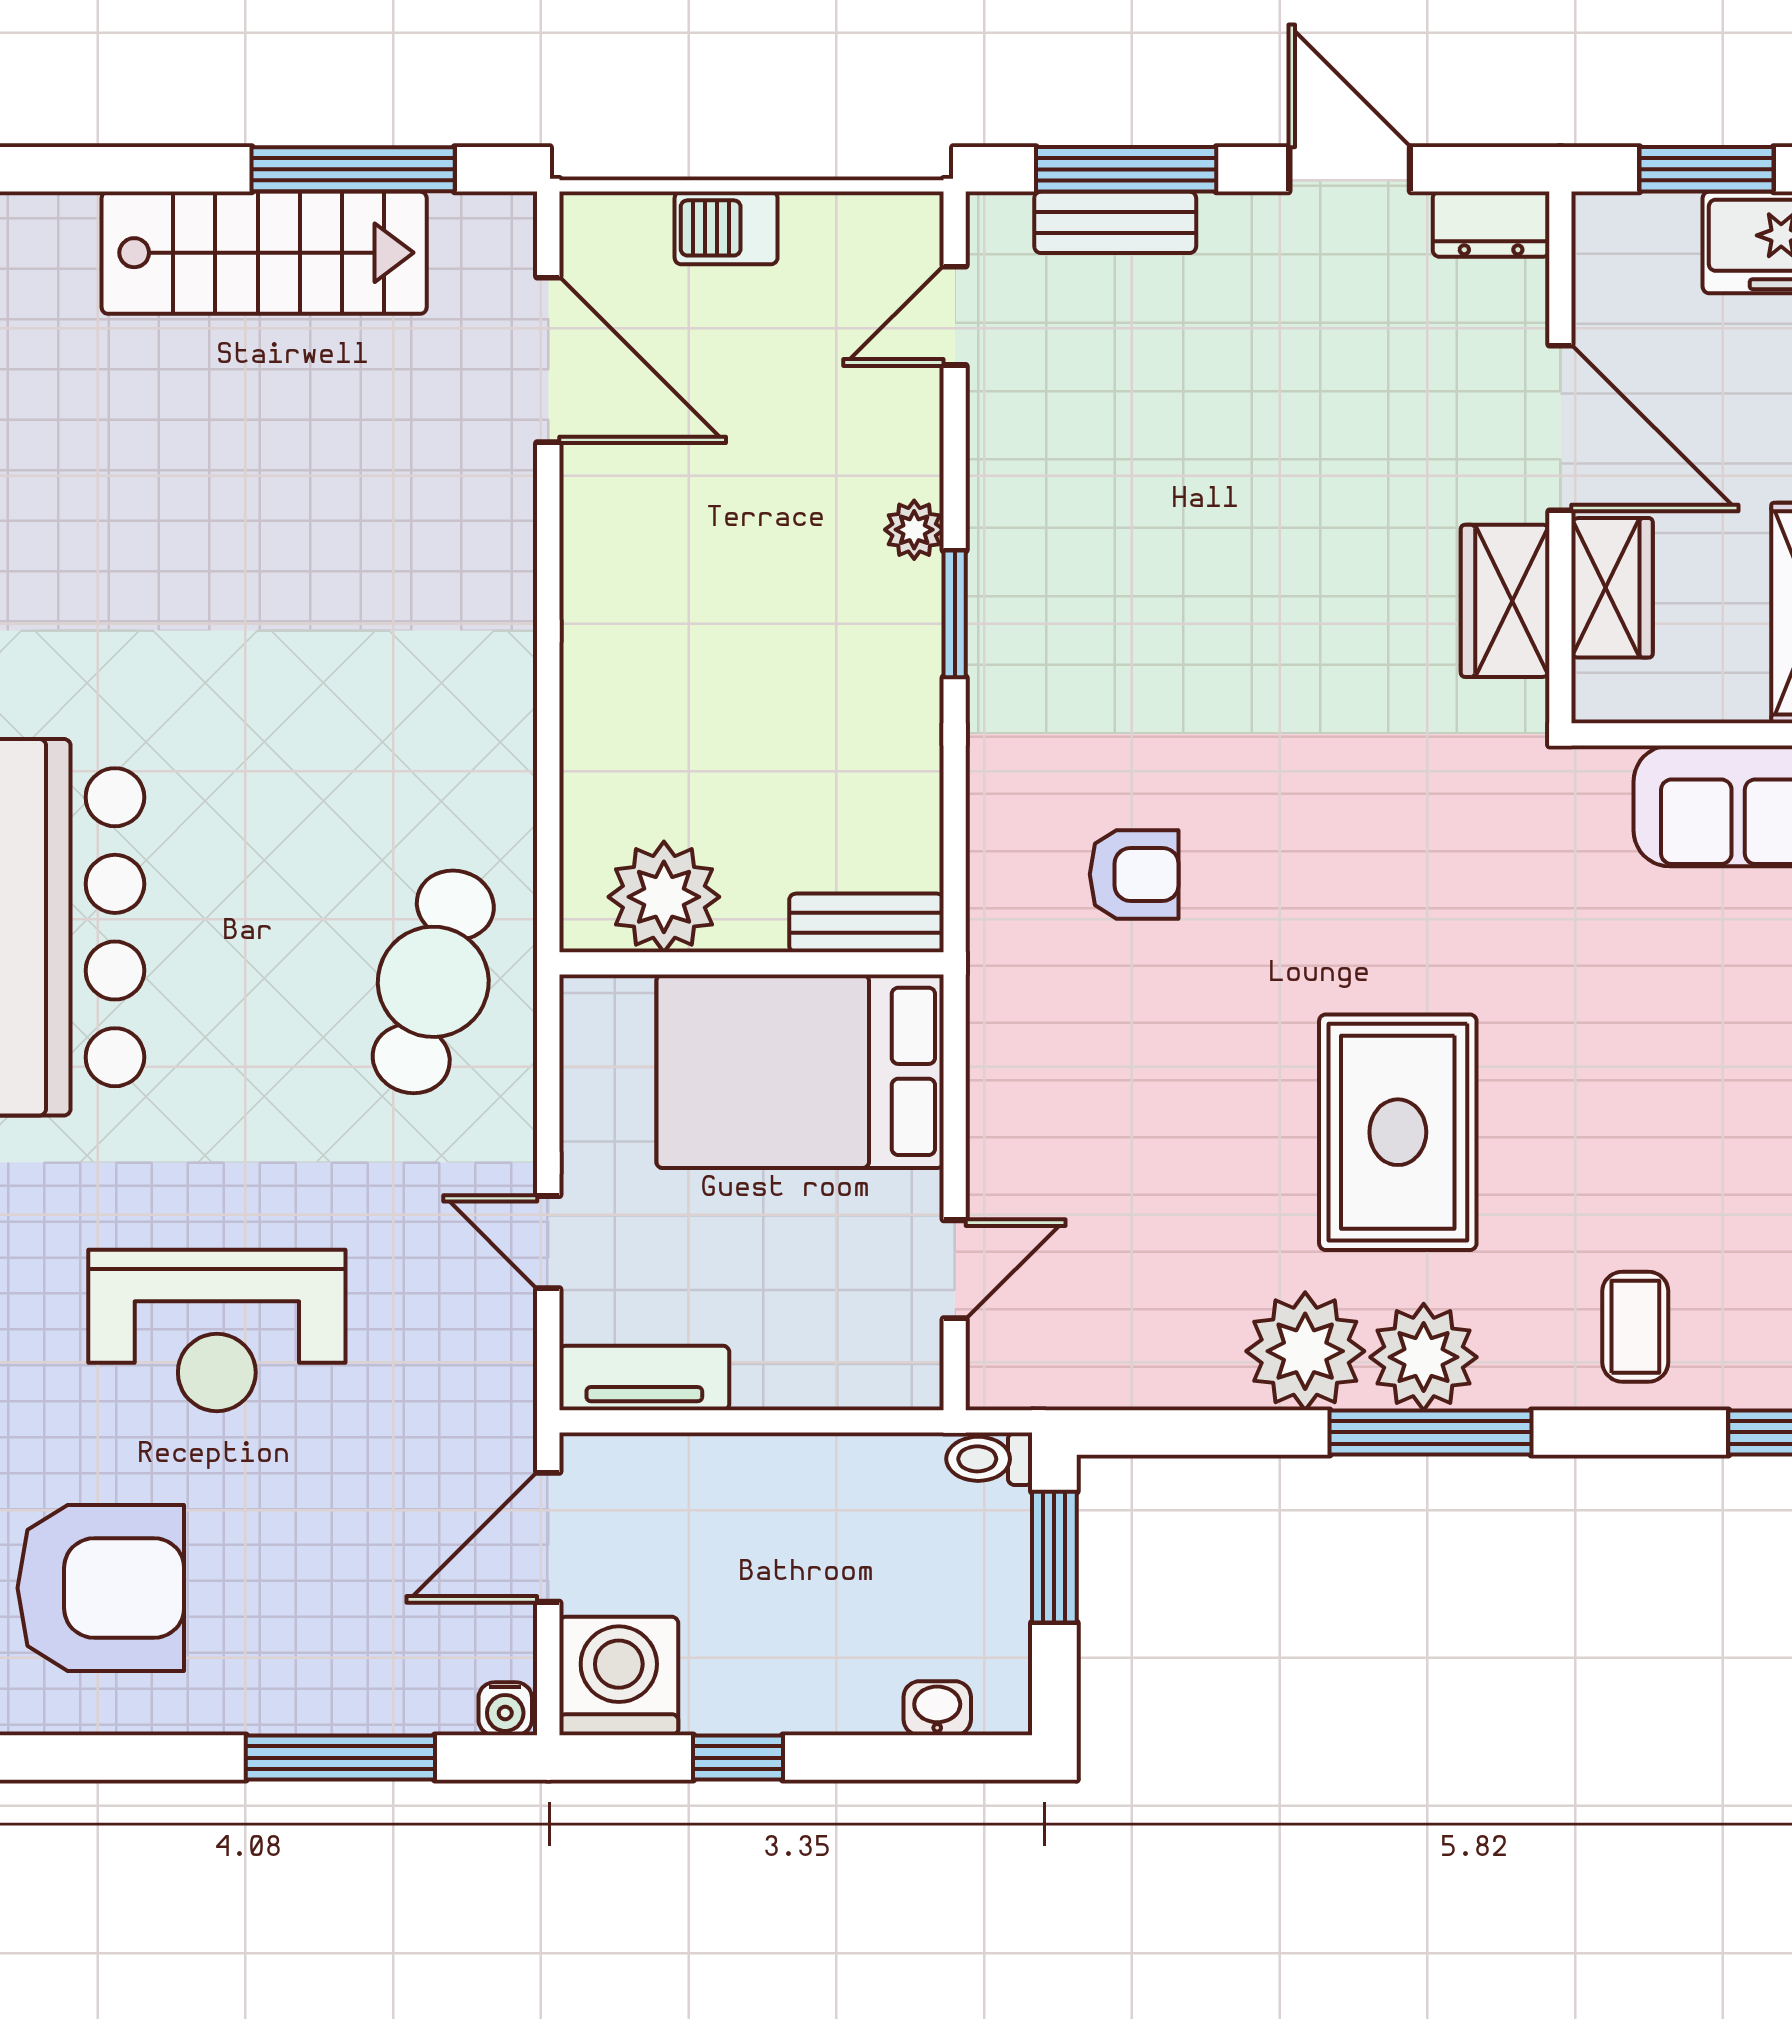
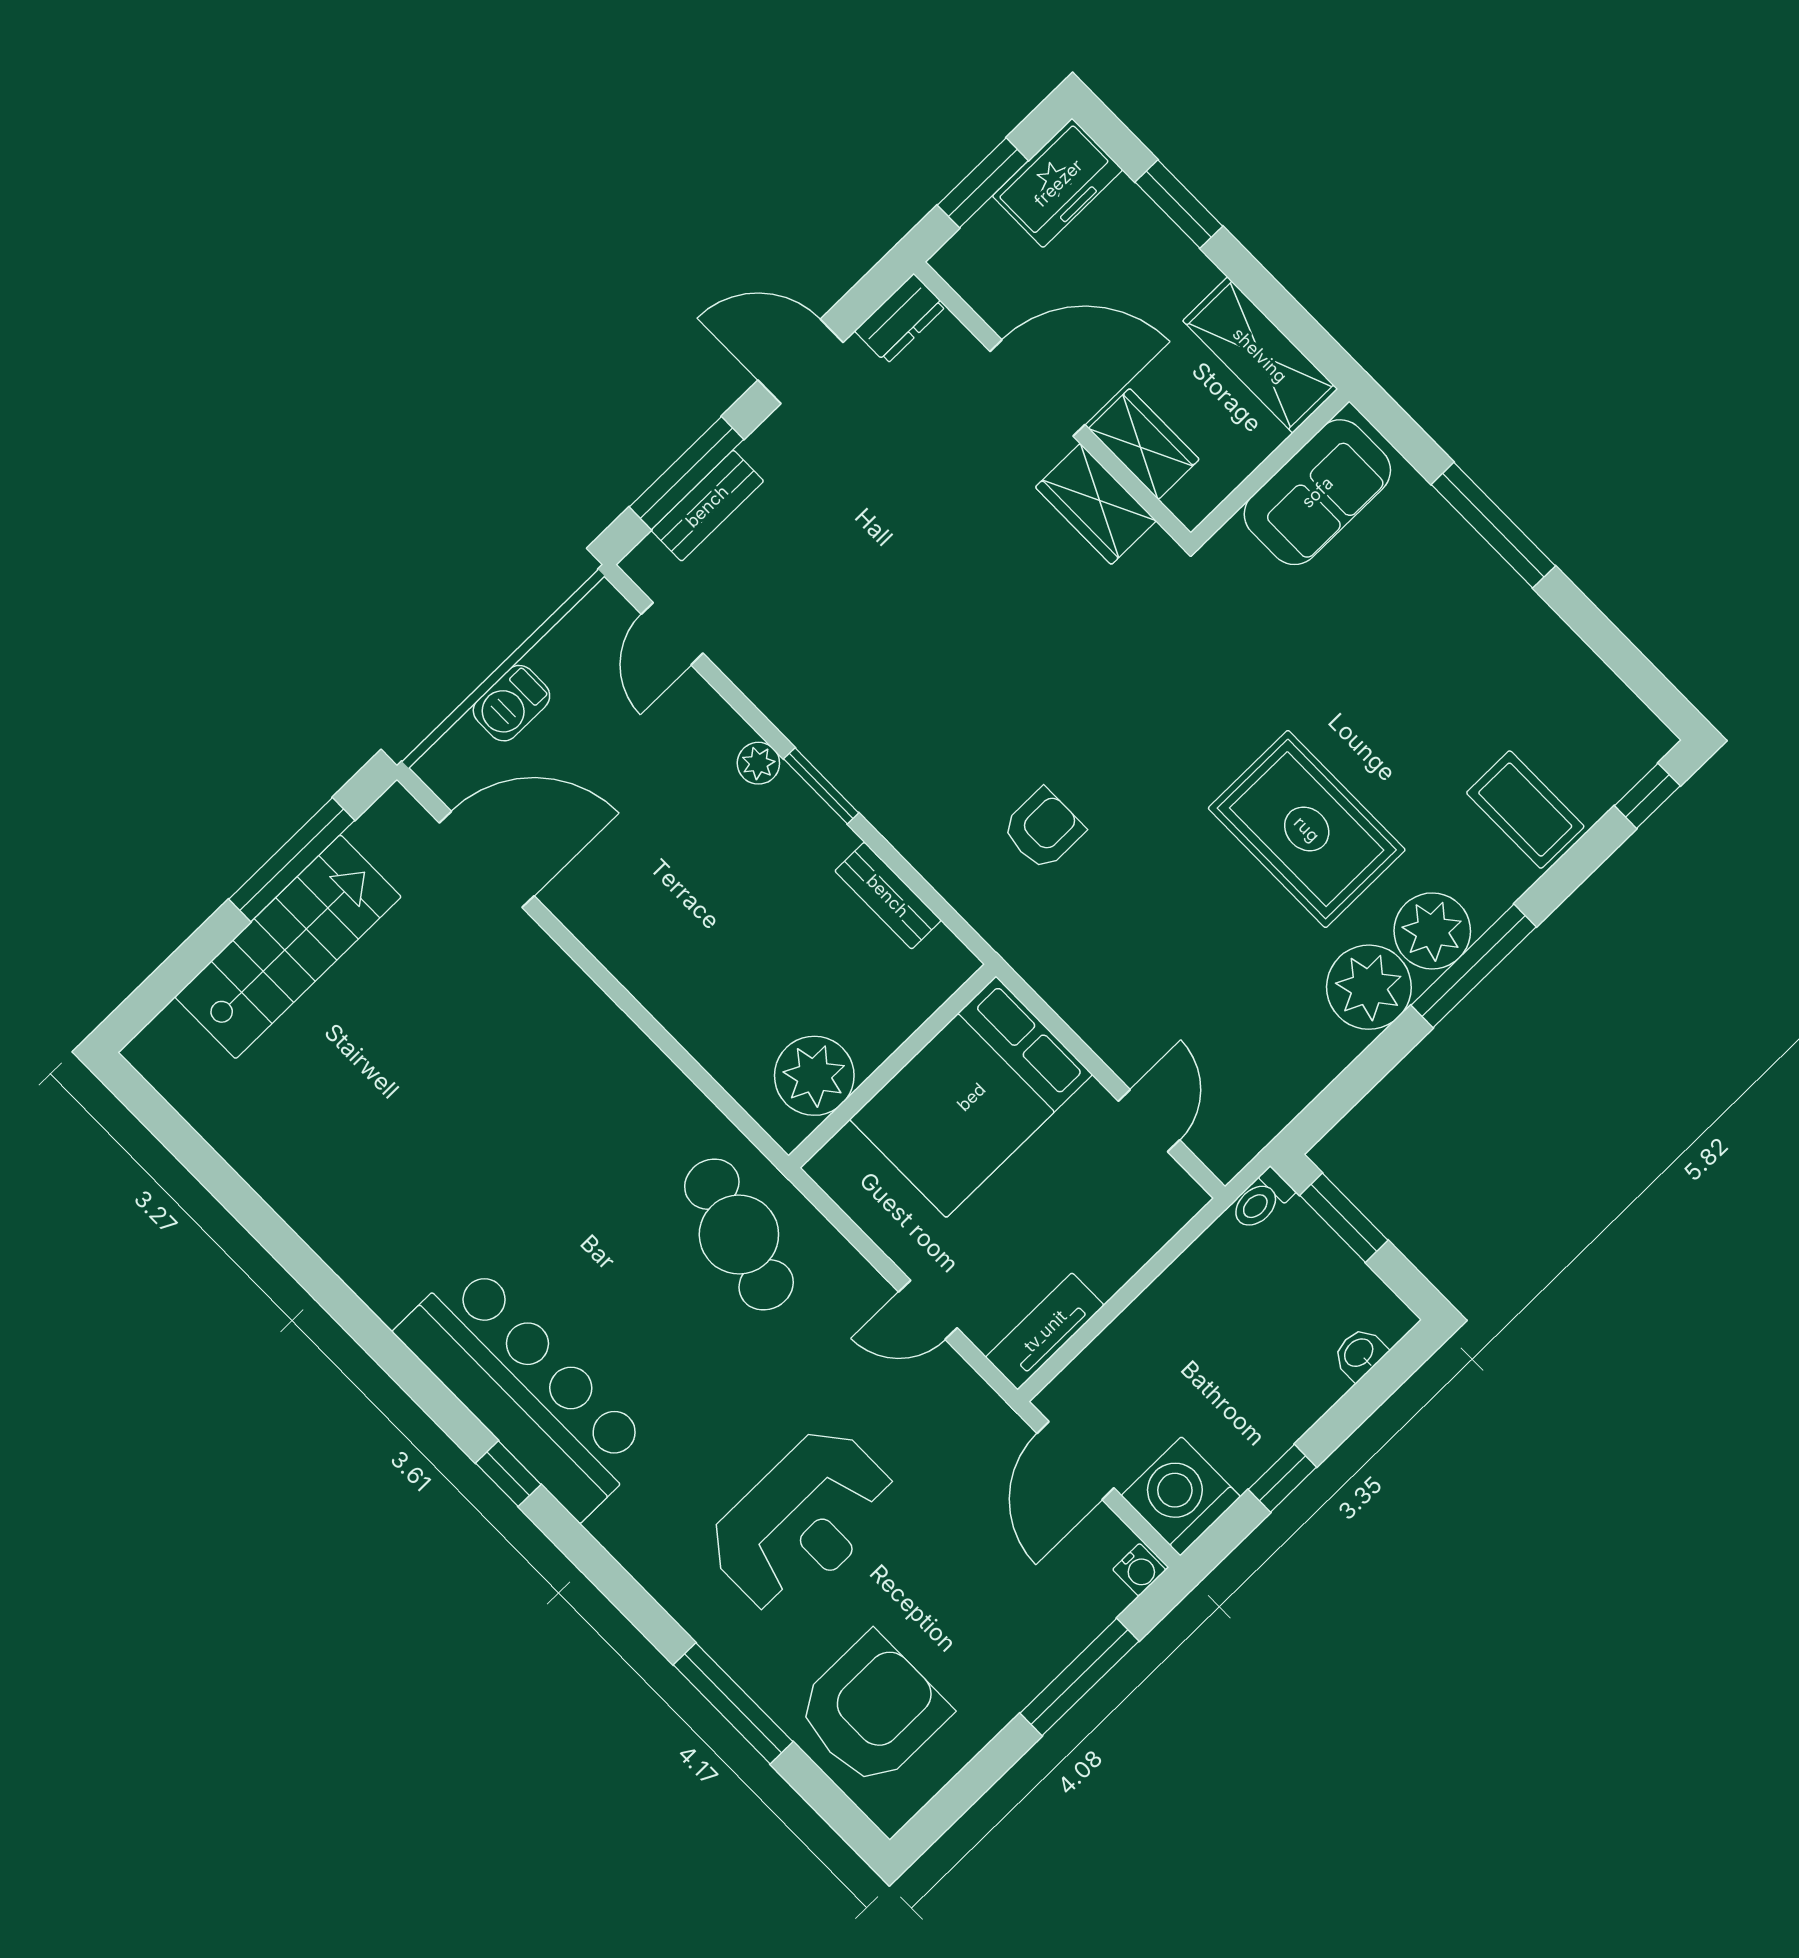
bench: (866, 923) -> (888, 896), moved, turned 90
coffee table: (1635, 1327) -> (1525, 810), width x1.36, depth x1.30

